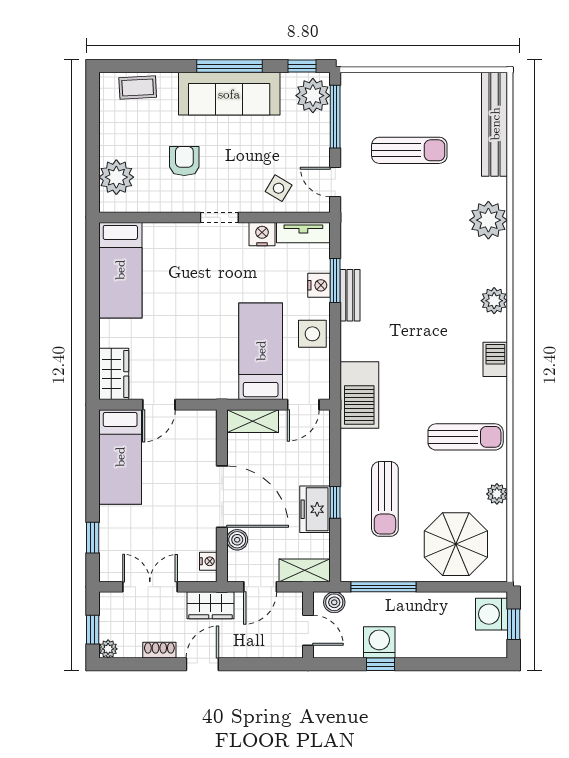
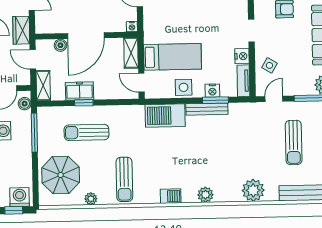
bench: (350, 295) -> (207, 109), width x1.36
barbecue: (359, 395) -> (165, 116), moved
nightstand: (208, 561) -> (132, 27), moved

